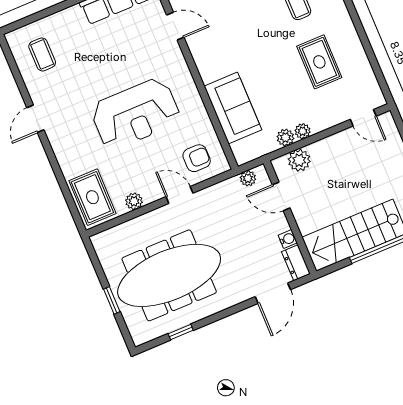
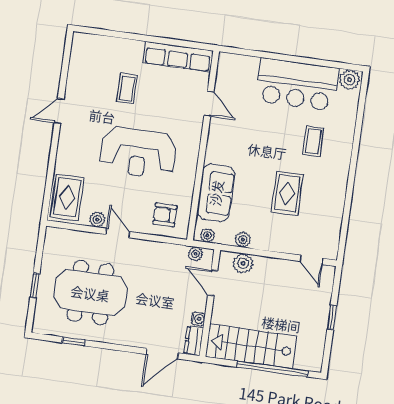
coffee table: (42, 54) -> (127, 89), moved
rug: (319, 62) -> (287, 193), moved
plant: (303, 131) -> (207, 235), moved
armchair: (197, 158) -> (165, 215), turned 180
door: (179, 195) -> (118, 233), moved
meeting table: (169, 275) -> (90, 293), width x0.73

